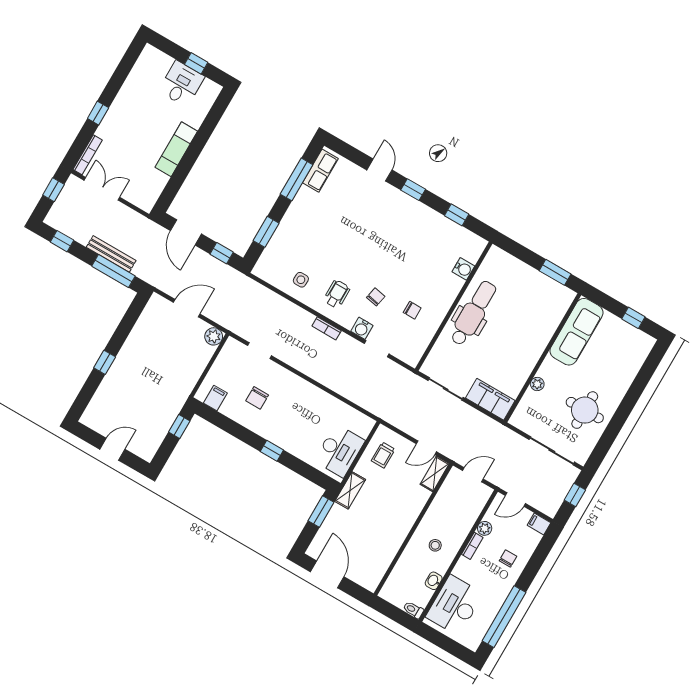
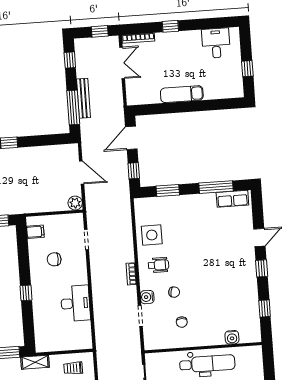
desk: (181, 84) -> (216, 43), moved, turned -90
side table: (301, 280) -> (152, 235), width x1.87, depth x1.87
desk: (339, 451) -> (75, 303), moved, turned -90

